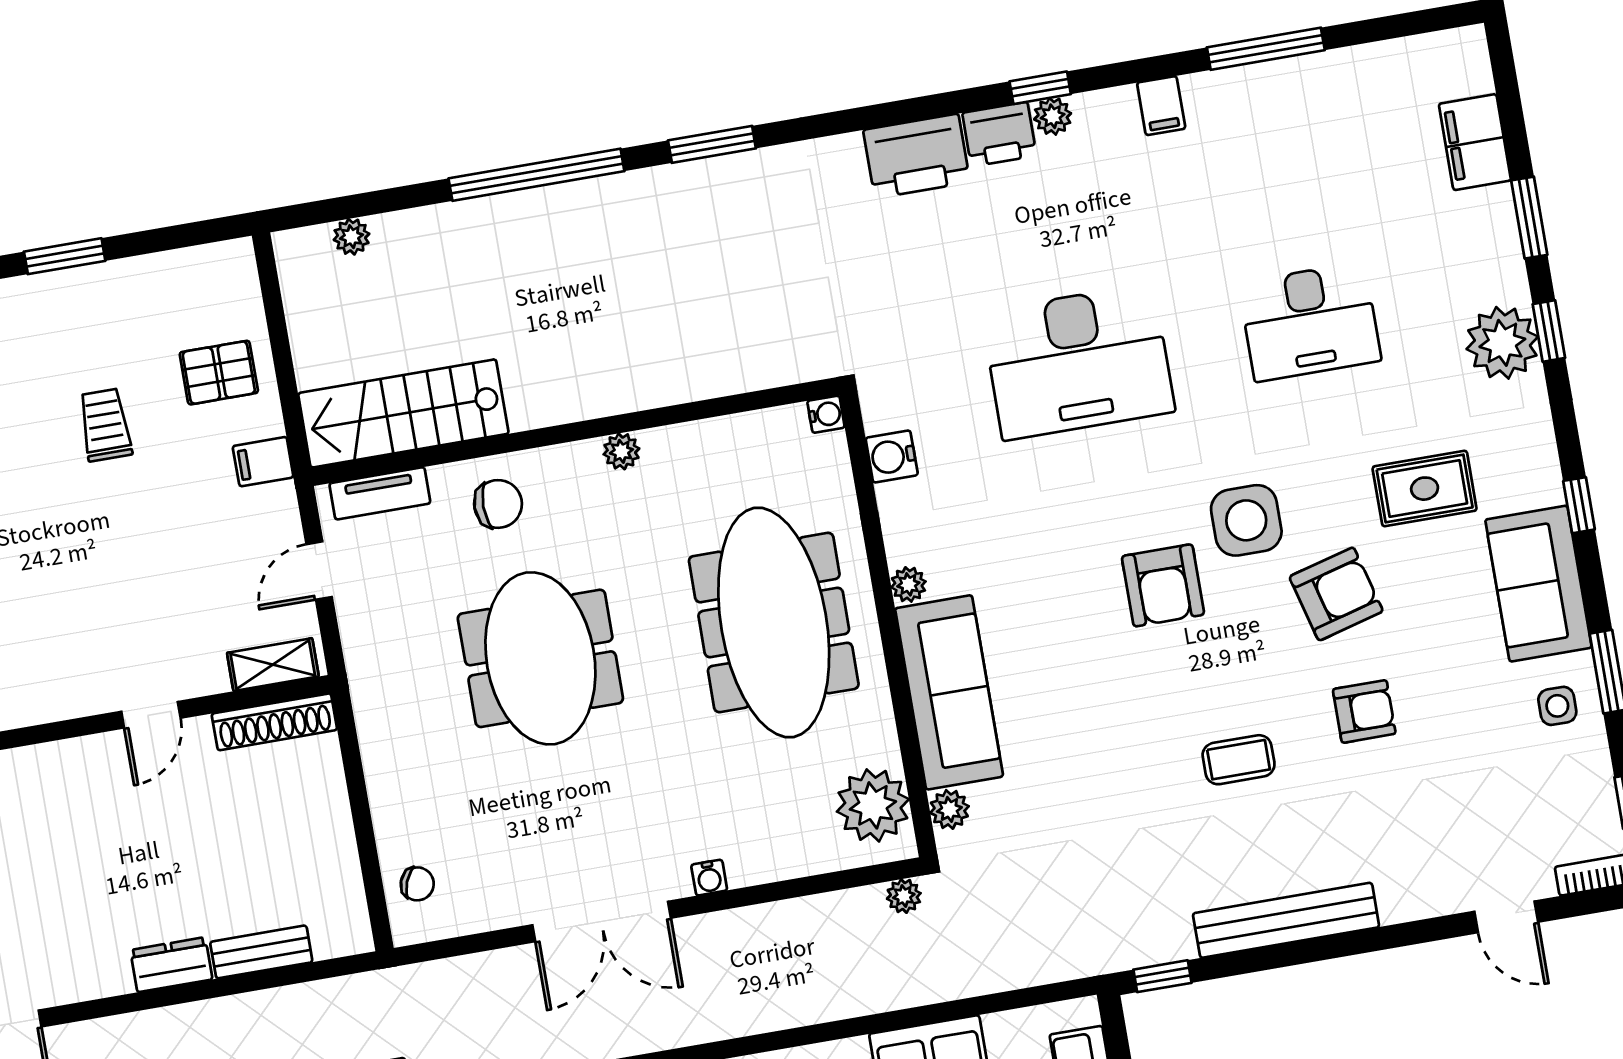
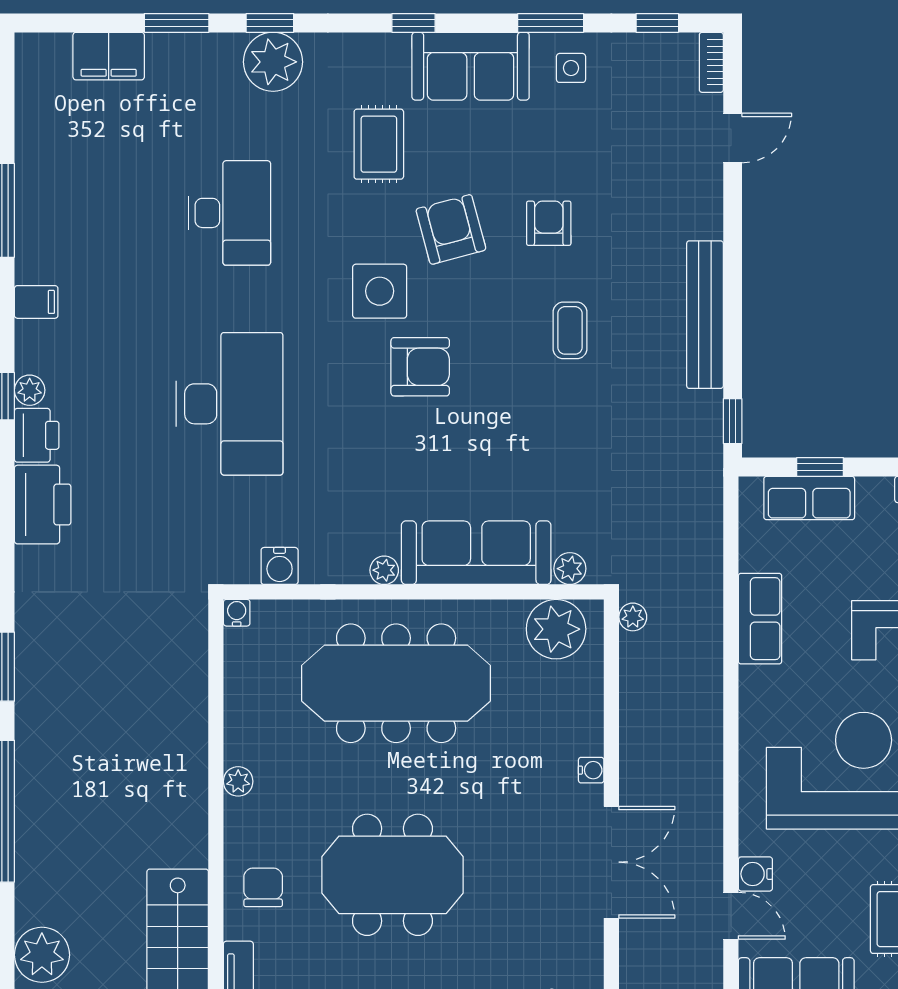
plant: (352, 237) -> (42, 955), width x1.87, depth x1.87

